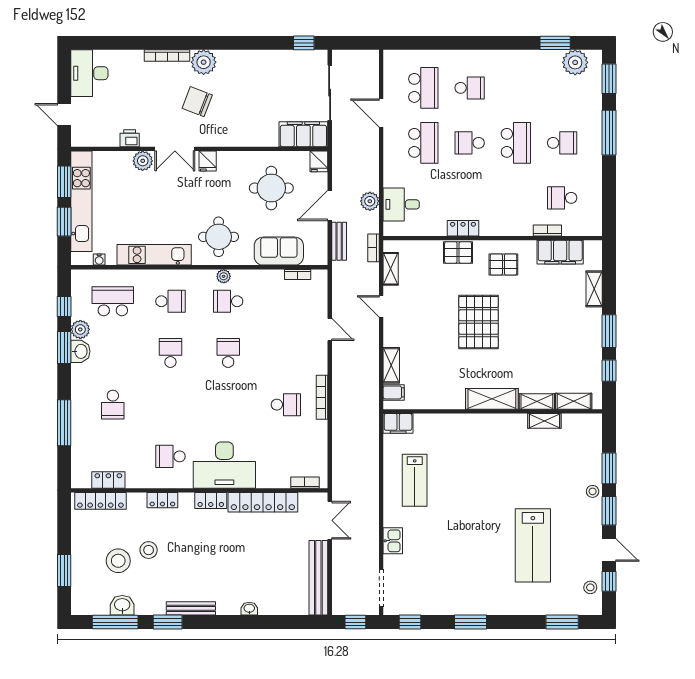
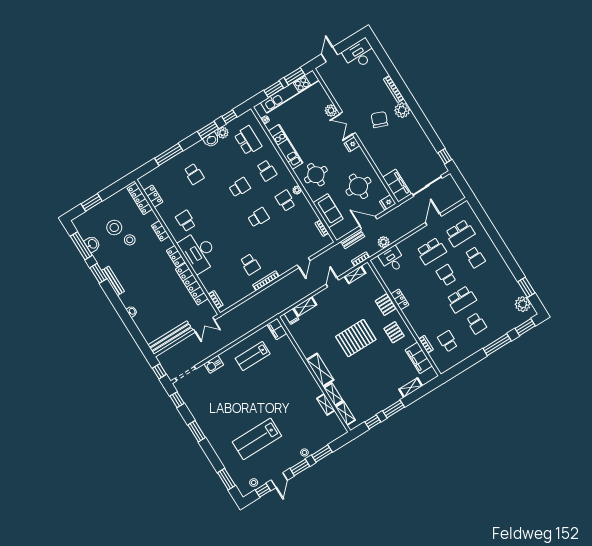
printer: (130, 138) -> (338, 96), removed
school desk: (113, 405) -> (194, 174), turned -90

